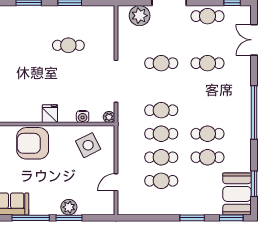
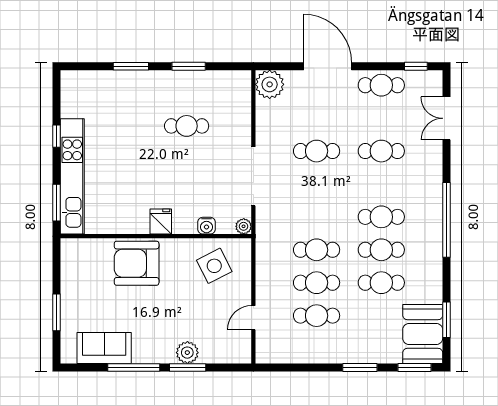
plant: (140, 16) -> (270, 84), moved
cafe table: (161, 110) -> (381, 217), moved

